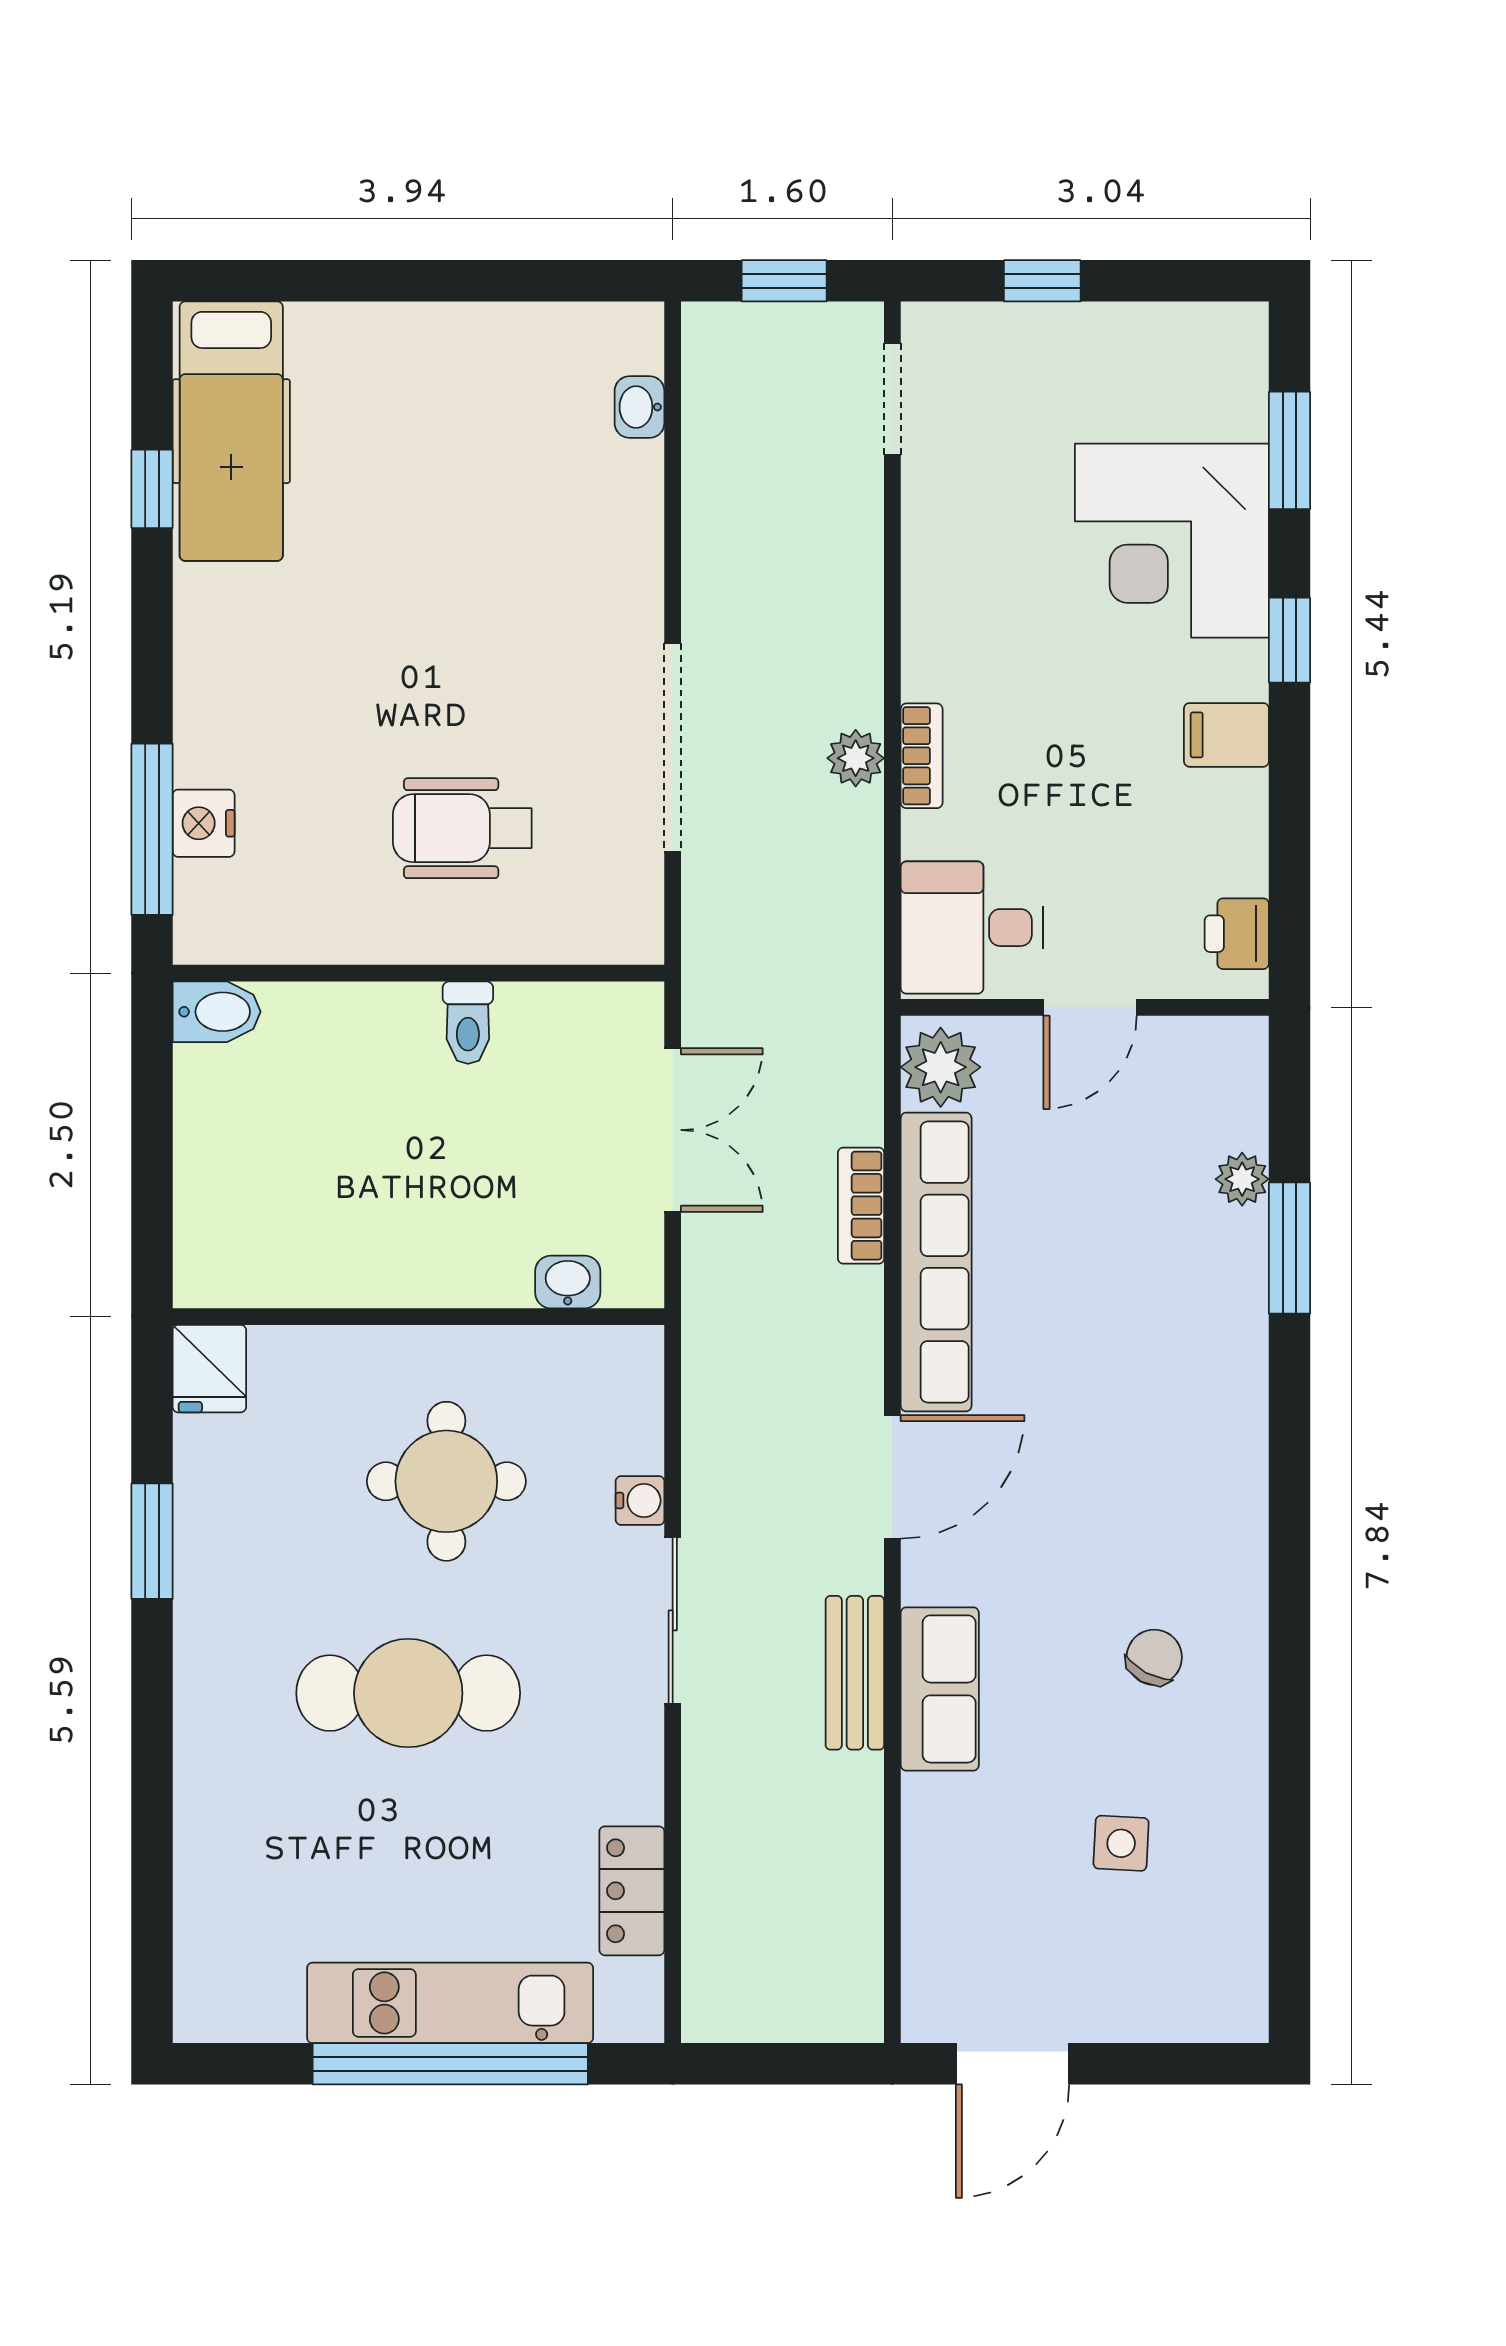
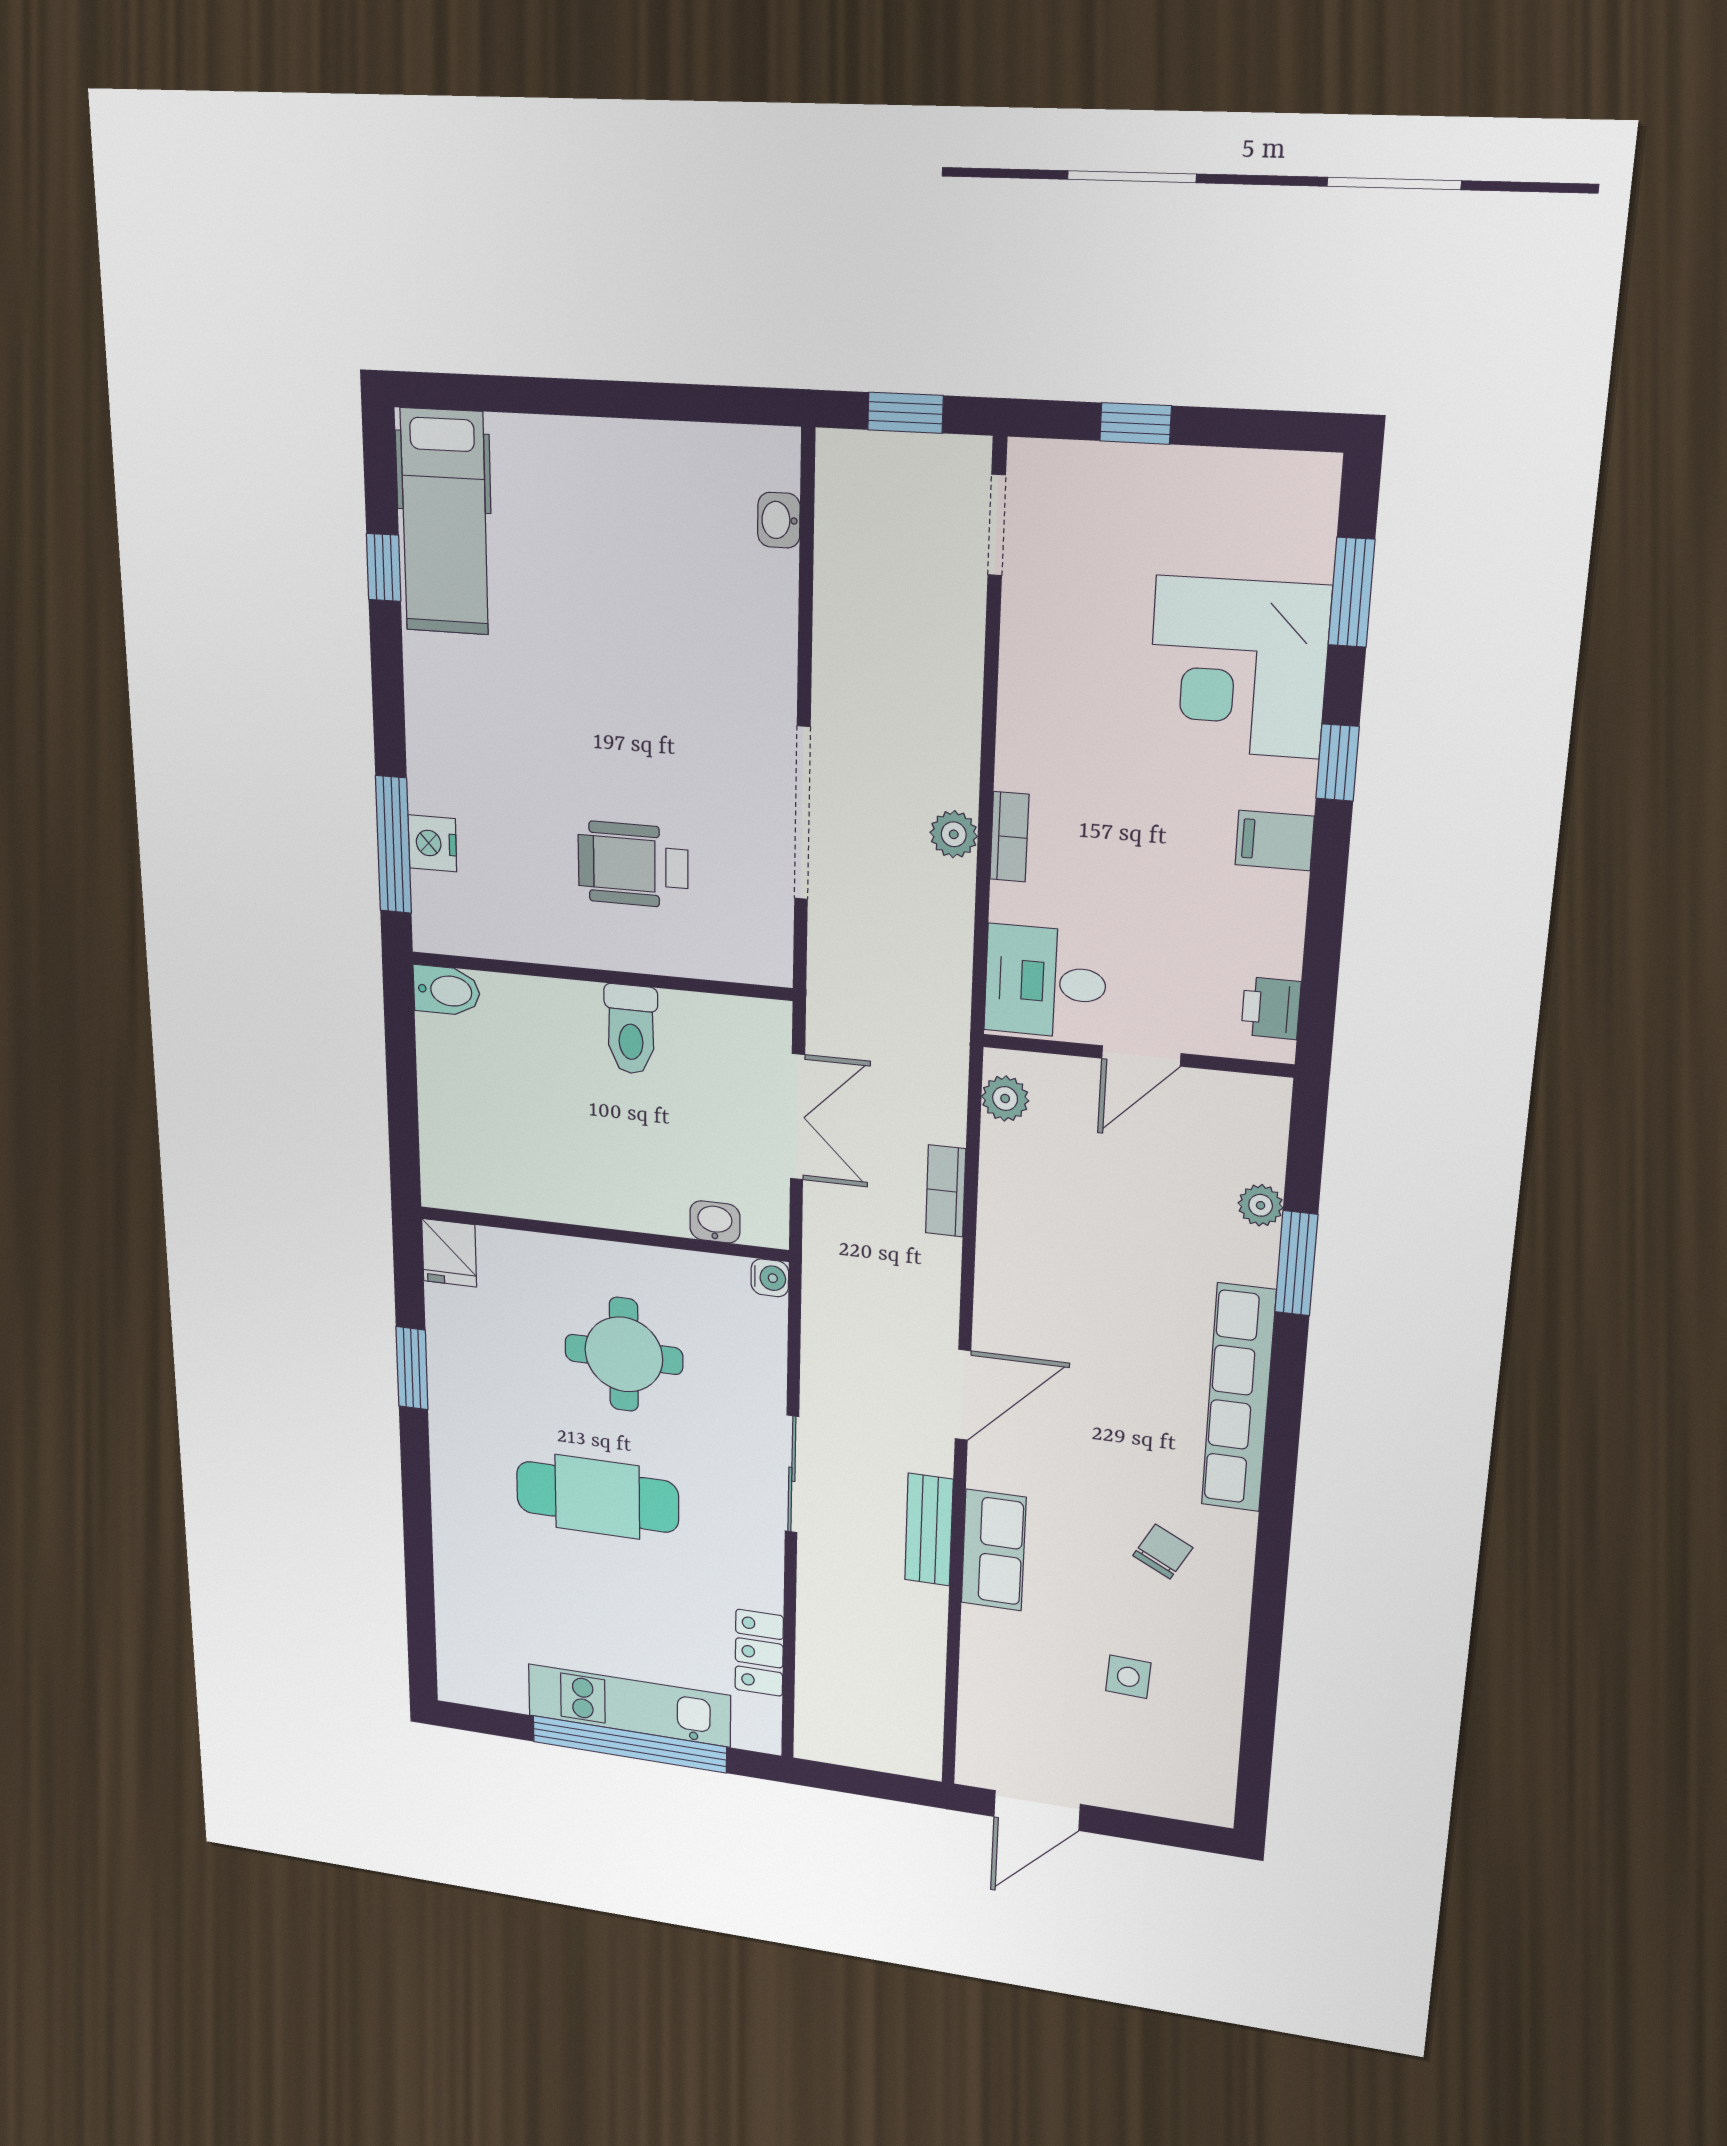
toilet: (468, 1023) -> (631, 1029), width x1.37, depth x1.39
plant: (941, 1067) -> (1005, 1098), width x0.73, depth x0.73
row of seats: (936, 1262) -> (1238, 1398), moved, turned 180
water cooler: (640, 1501) -> (770, 1278), moved

